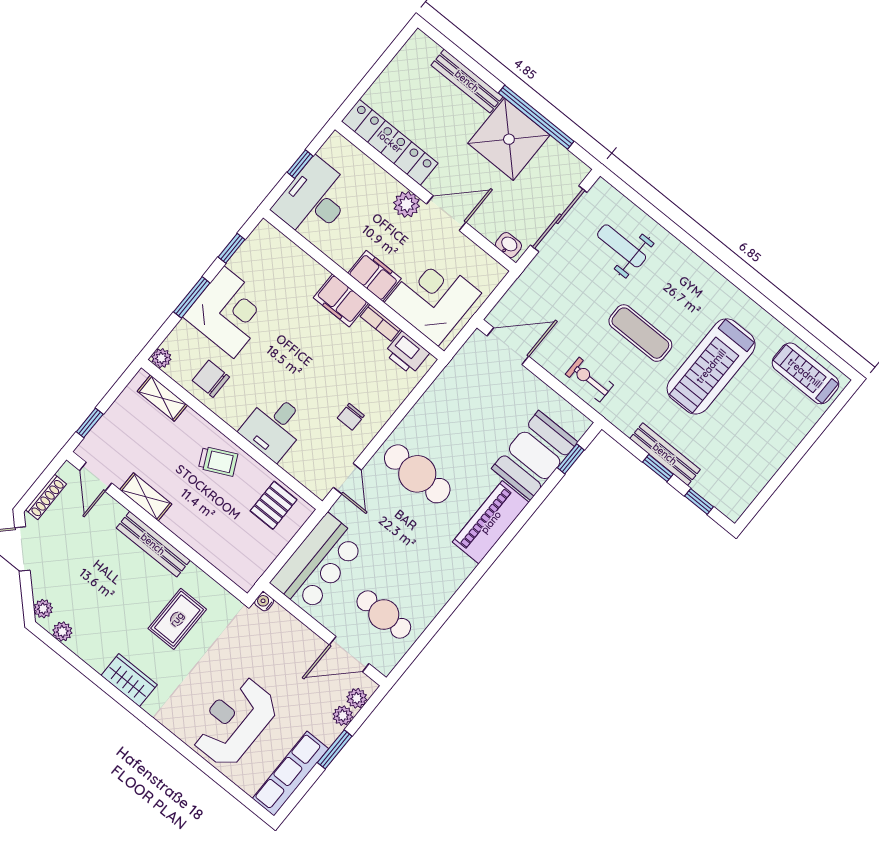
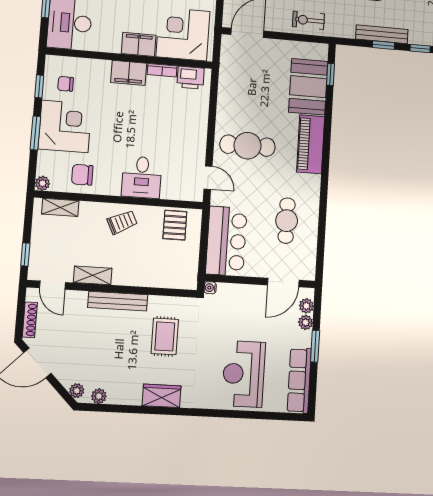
chair: (351, 417) -> (66, 84), moved, turned 90
cafe table: (384, 615) -> (287, 221), moved, turned 90

